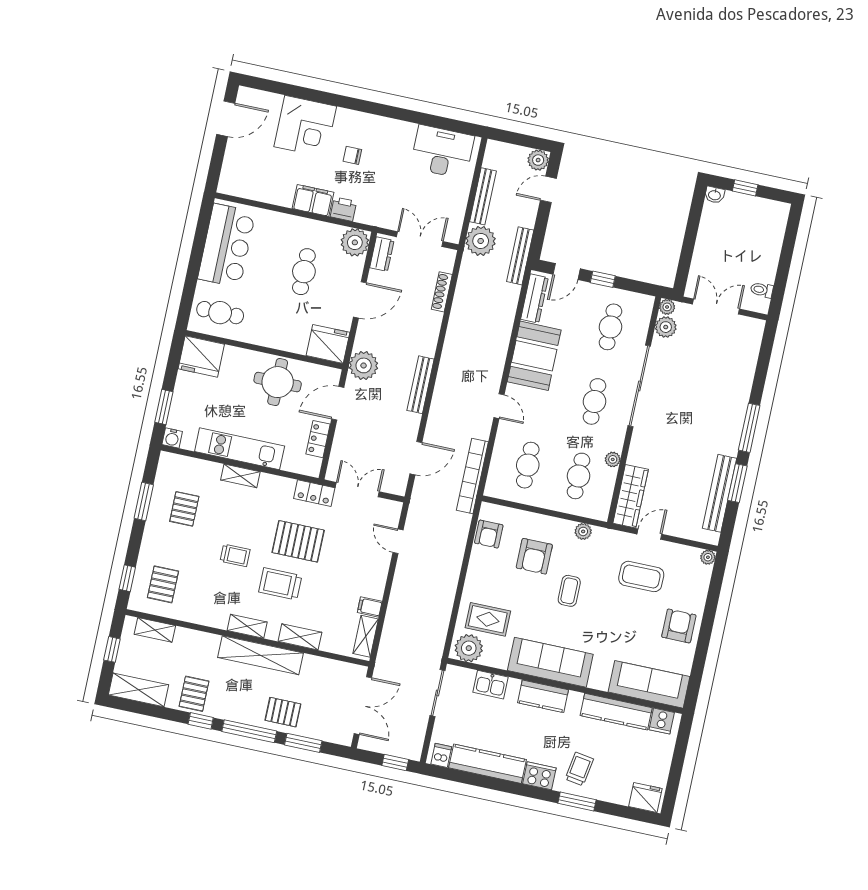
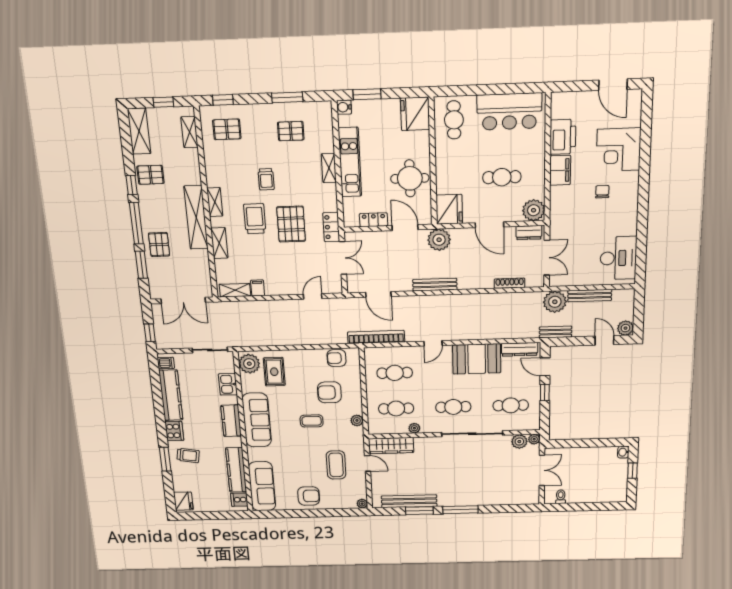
printer: (343, 209) -> (563, 137), moved, width x1.87, depth x1.48
bench: (520, 256) -> (555, 332), width x0.73

